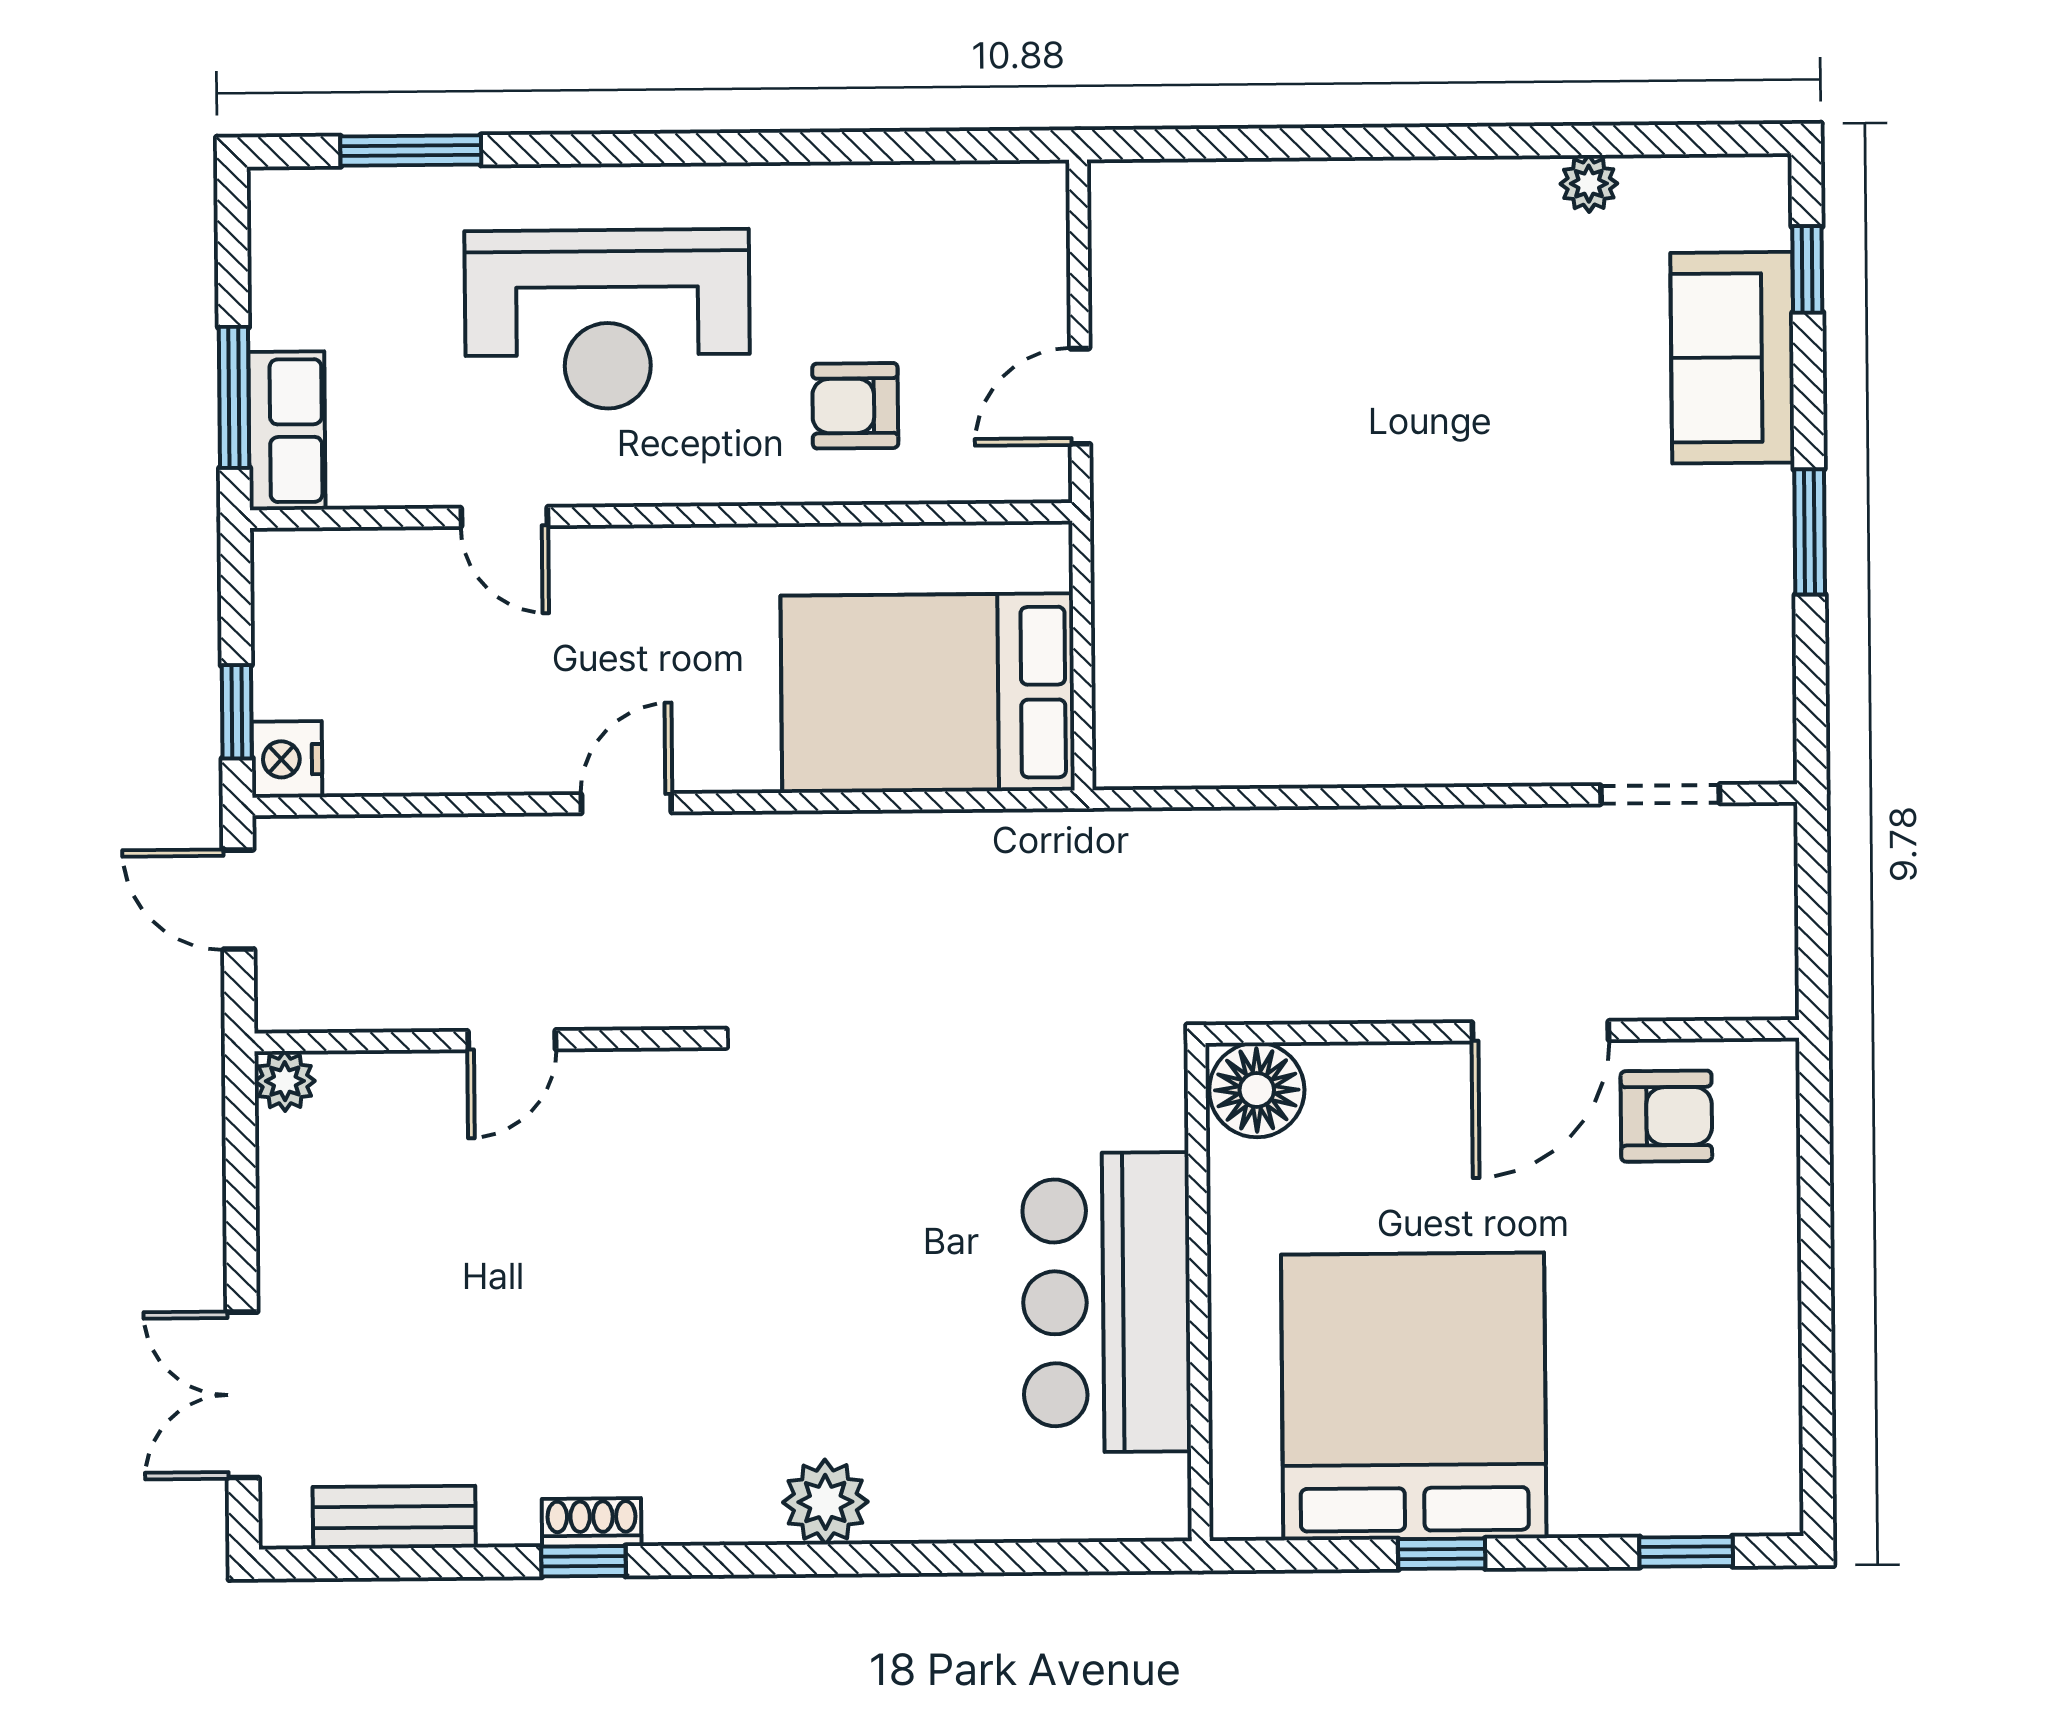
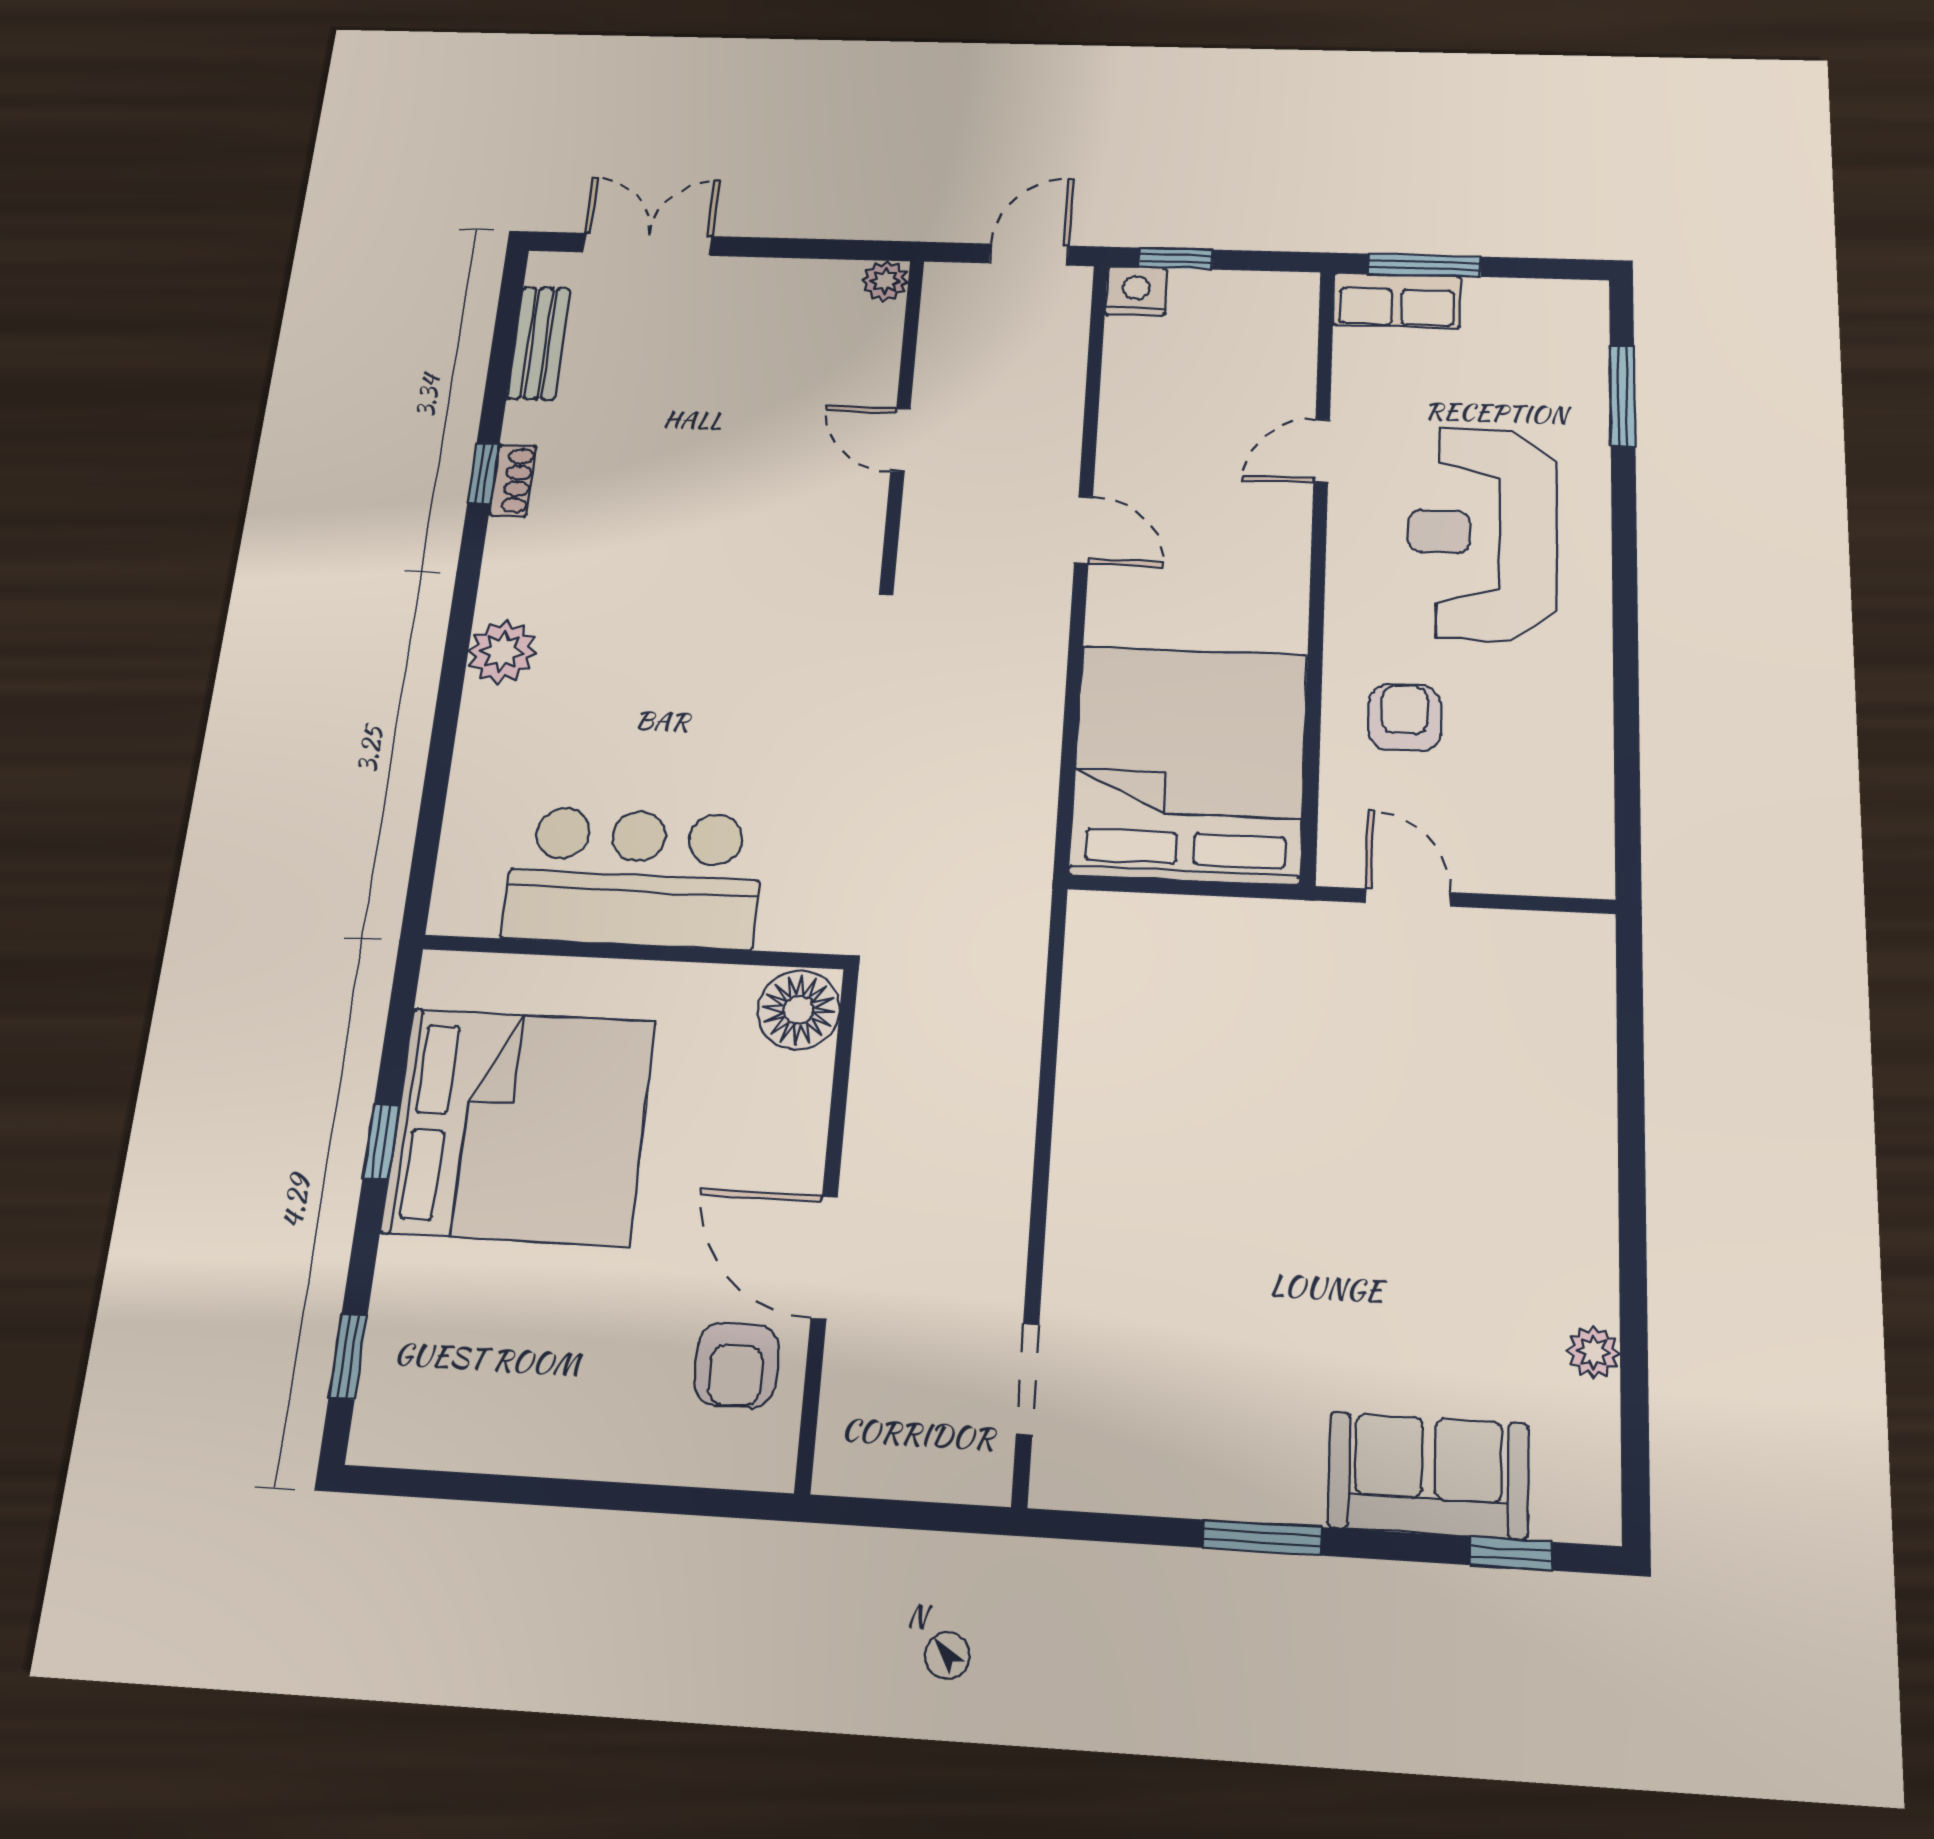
bed: (928, 693) -> (1189, 764), width x1.36

